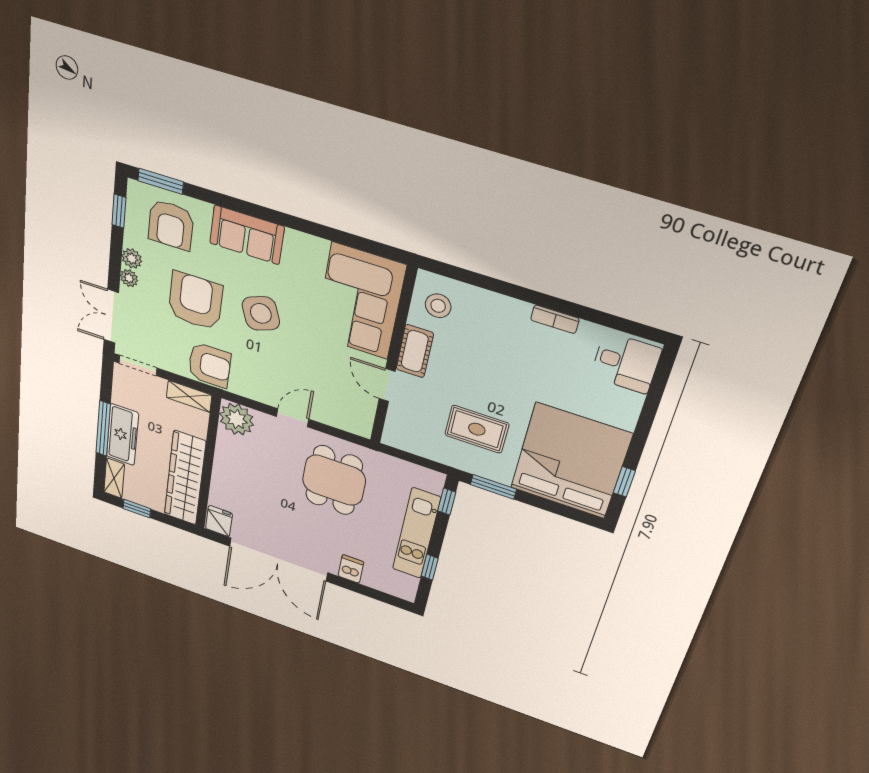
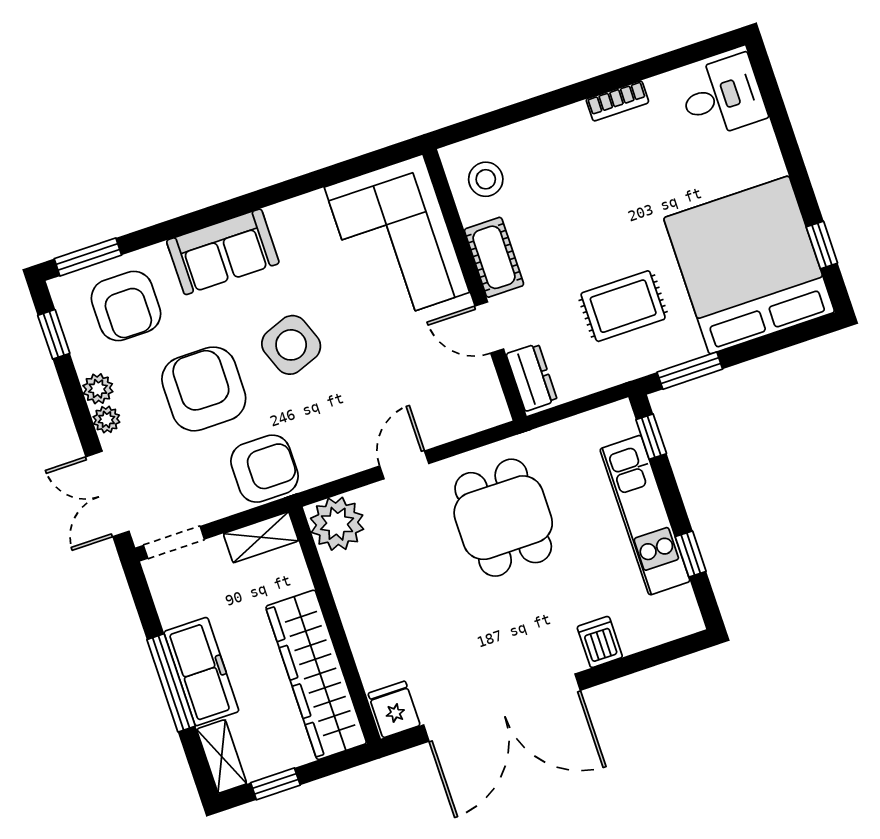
dresser: (396, 427) -> (532, 377), added

